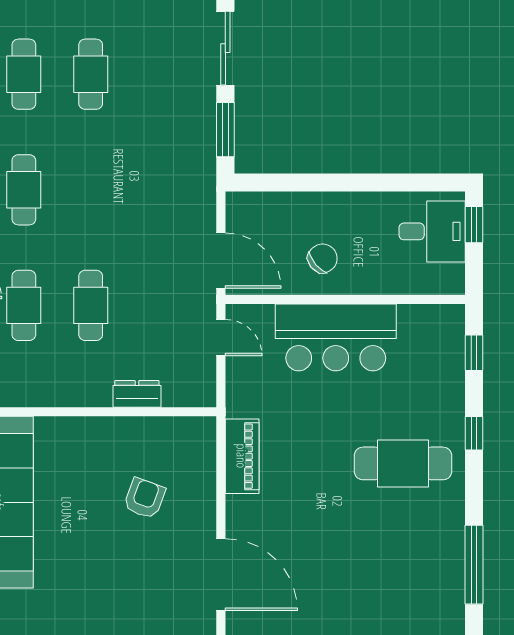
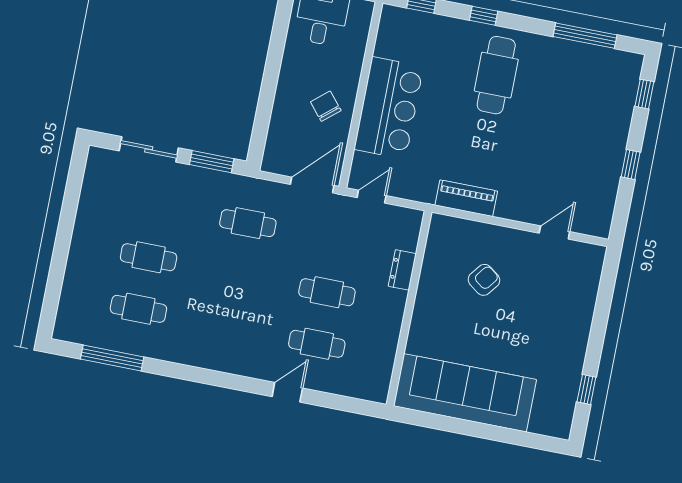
cafe table: (24, 190) -> (248, 223), moved
armchair: (145, 498) -> (484, 280), turned 107
door: (221, 575) -> (554, 232), width x0.53

